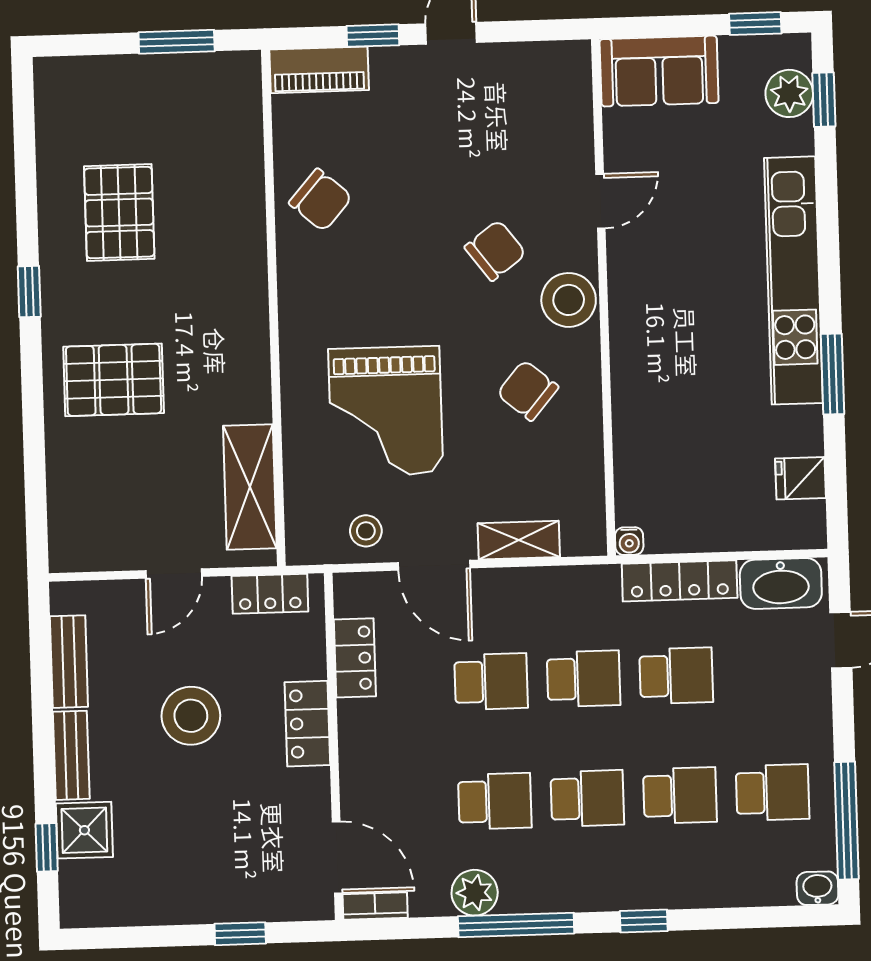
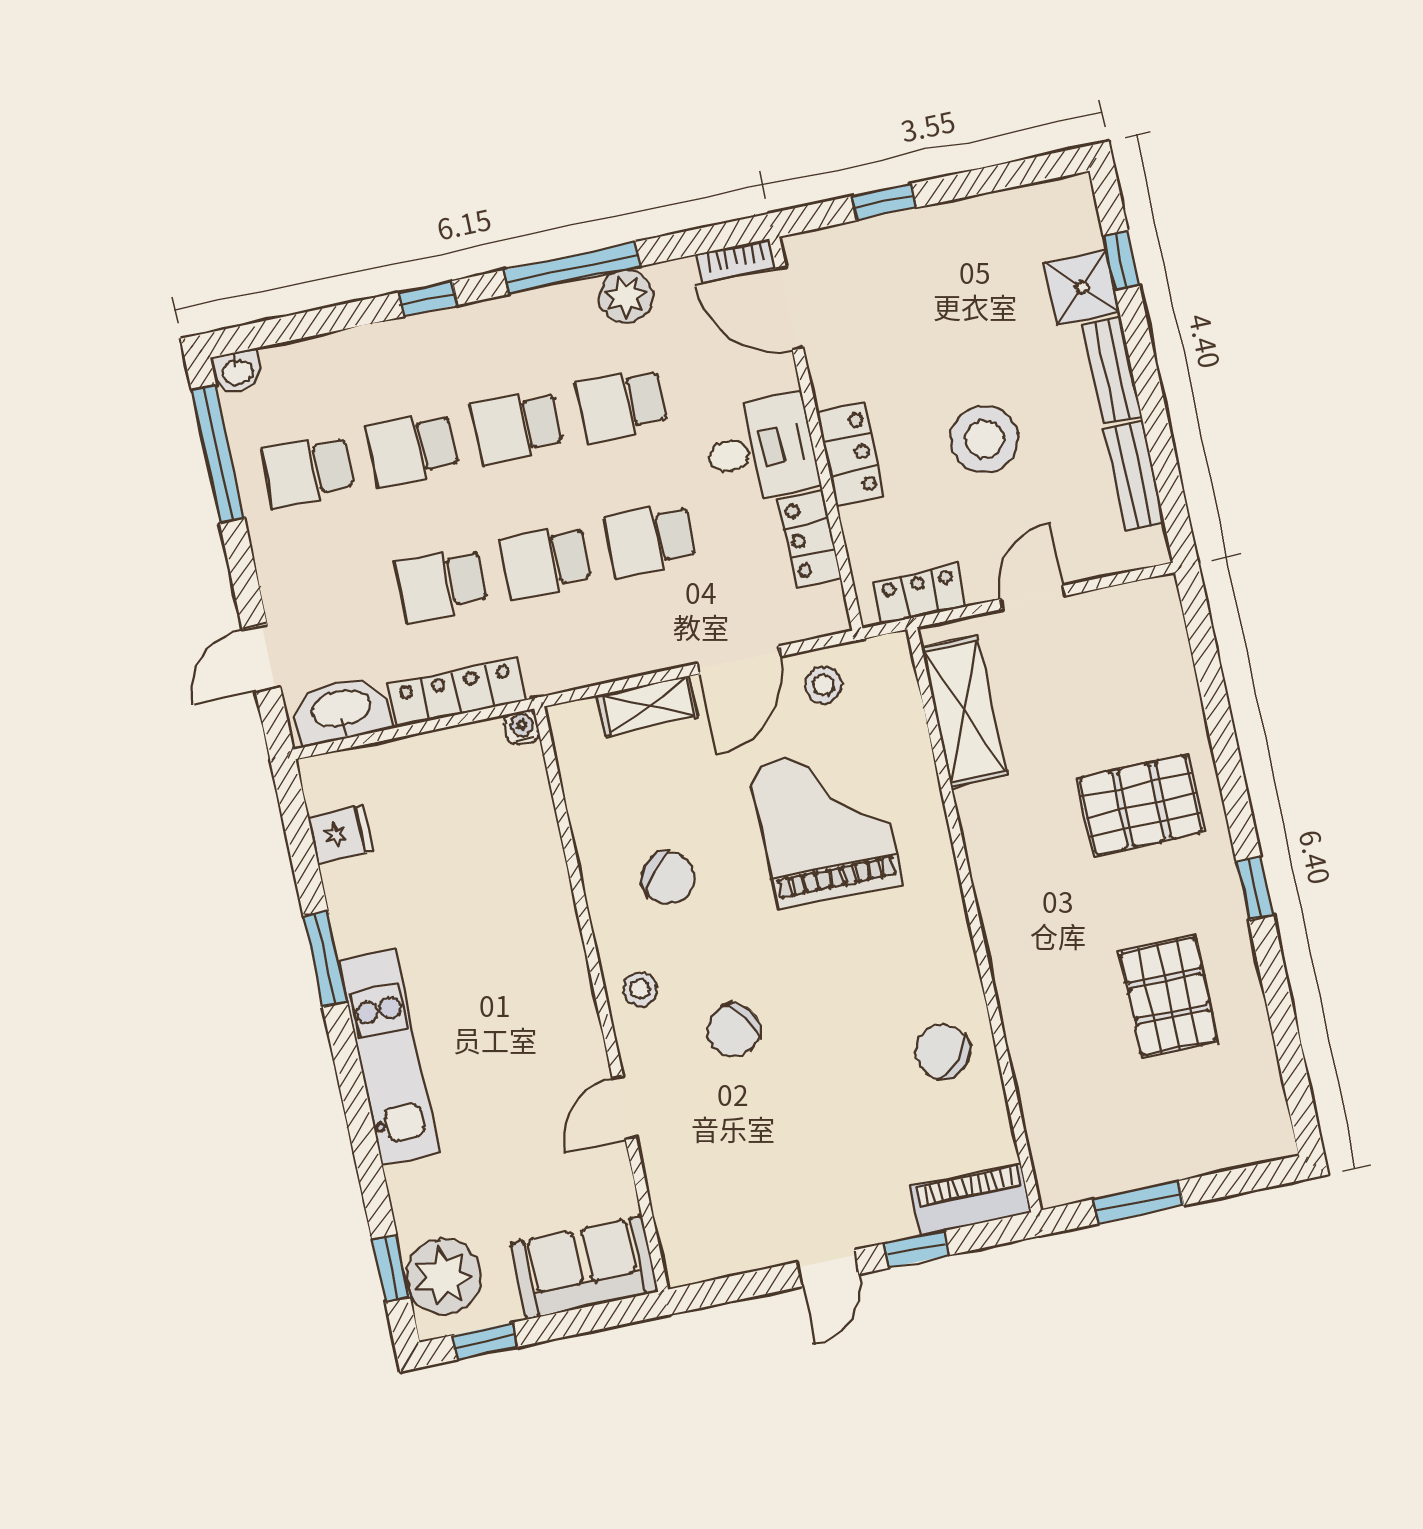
plant: (789, 93) -> (443, 1276), width x1.36, depth x1.36
kitchen unit: (793, 280) -> (389, 1057), width x0.73
stool: (569, 300) -> (640, 989), width x0.53, depth x0.53
door: (434, 565) -> (739, 660), swing flipped
desk: (383, 742) -> (761, 449), added

